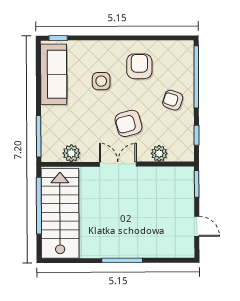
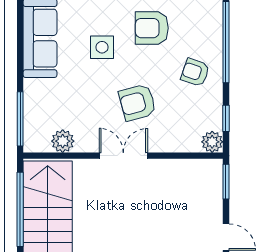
armchair: (139, 66) -> (152, 28), turned -90
plant: (159, 153) -> (212, 142), moved

